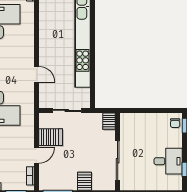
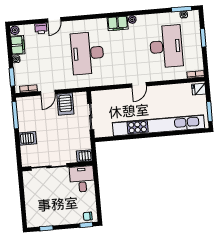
door: (36, 74) -> (139, 85), moved
door: (36, 155) -> (48, 93), hinge flipped
desk: (168, 161) -> (82, 179), moved, turned 180

